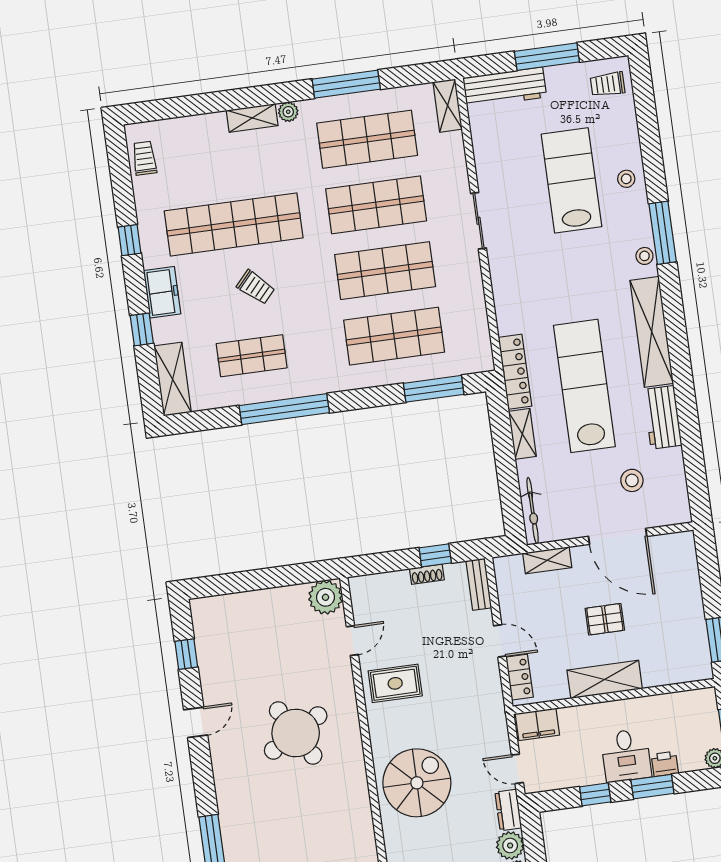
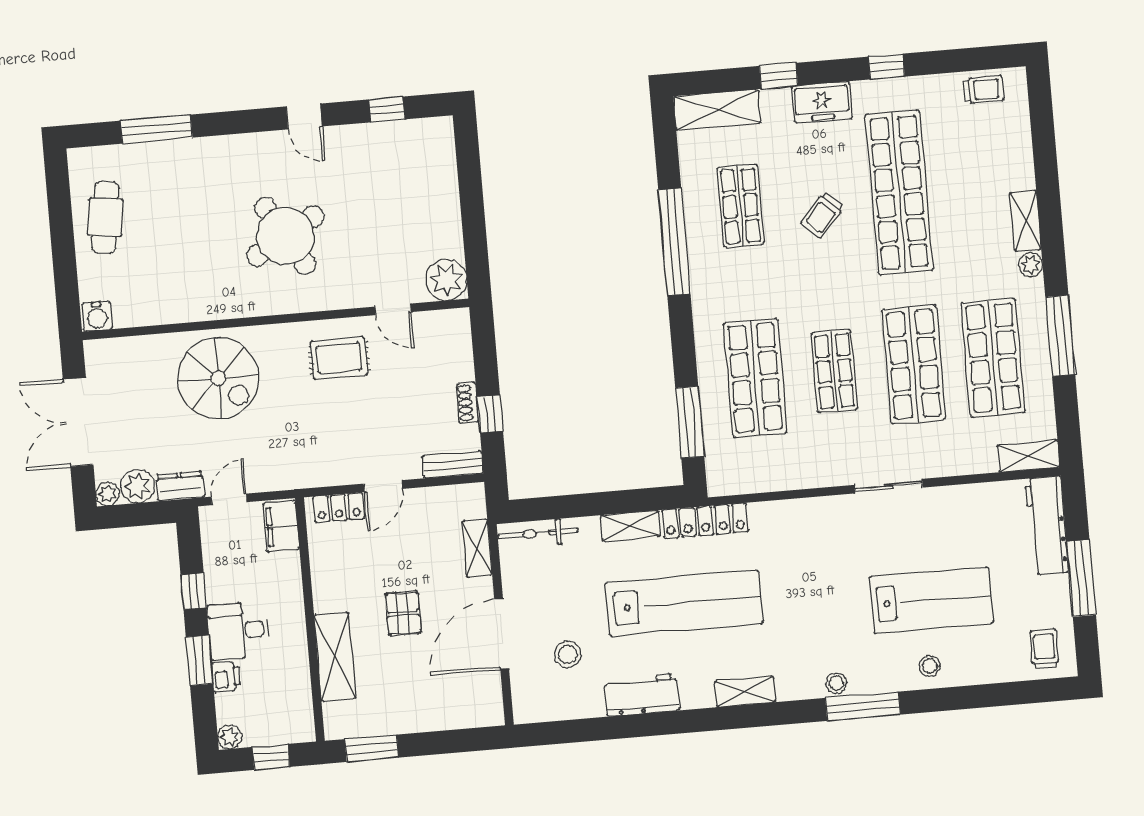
shop shelf: (385, 271) -> (834, 371), width x0.70, depth x0.74
shelving: (652, 332) -> (745, 691), width x0.45, depth x0.75
shelving: (605, 679) -> (335, 657), moved
rug: (395, 683) -> (339, 358), turned 90

